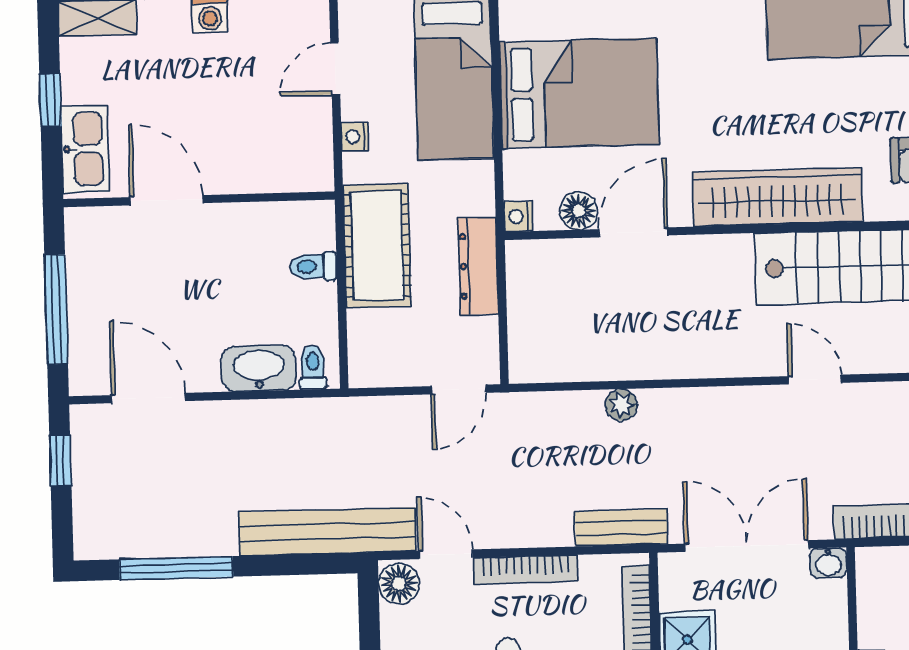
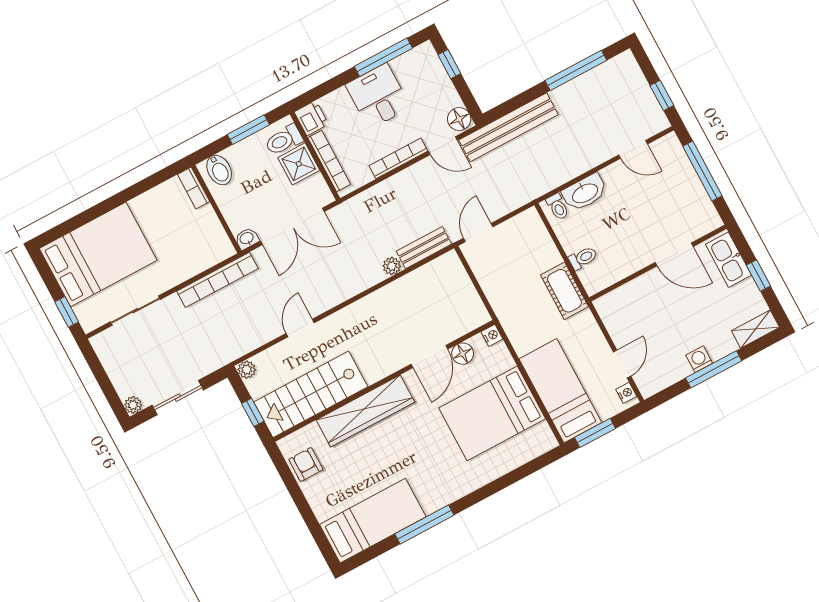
nightstand: (355, 137) -> (626, 393), moved
cot: (377, 246) -> (564, 291), width x0.73, depth x0.75
dresser: (478, 266) -> (500, 300), removed
door: (815, 379) -> (300, 328), swing flipped
door: (148, 398) -> (633, 149), width x0.73
bench: (621, 528) -> (424, 248), moved

